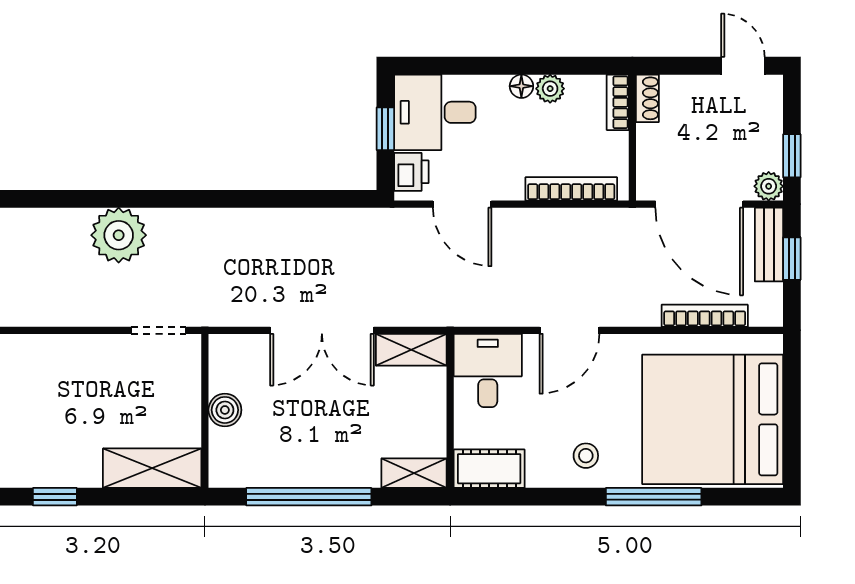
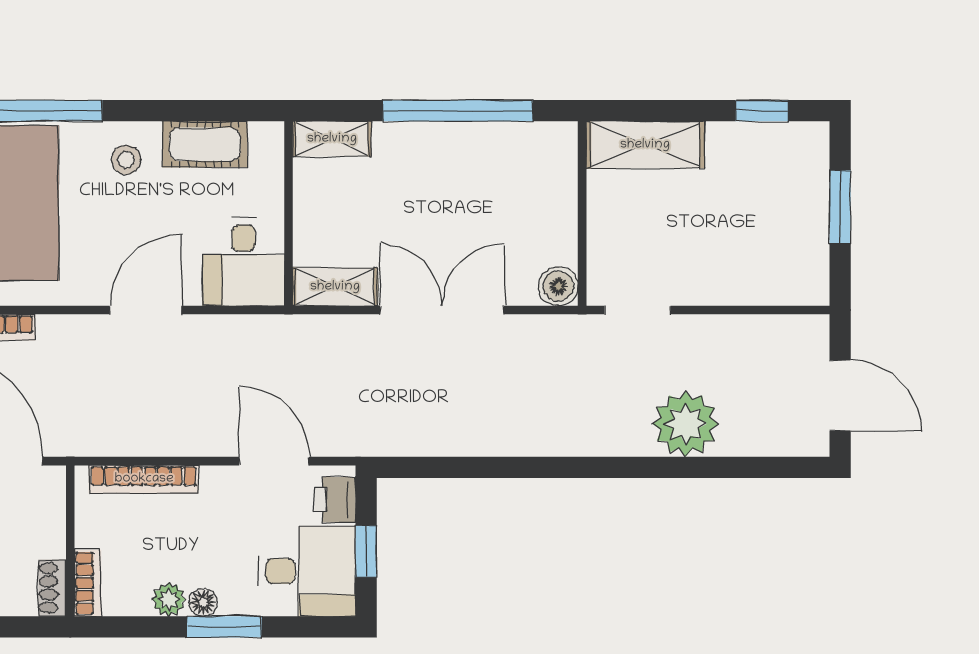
window: (504, 66) -> (224, 627), added
boiler: (225, 410) -> (558, 286), moved
cot: (489, 469) -> (205, 144), moved

